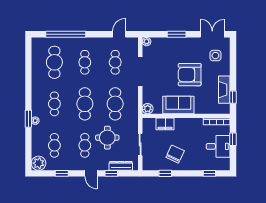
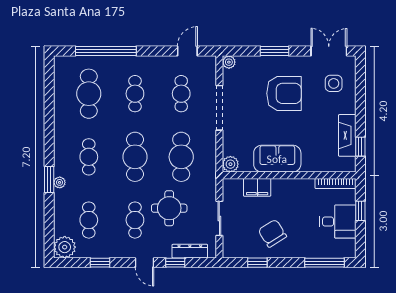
armchair: (190, 75) -> (284, 93), moved, turned 180
chair: (175, 154) -> (272, 233), turned -57
window: (209, 173) -> (325, 263), width x2.17

